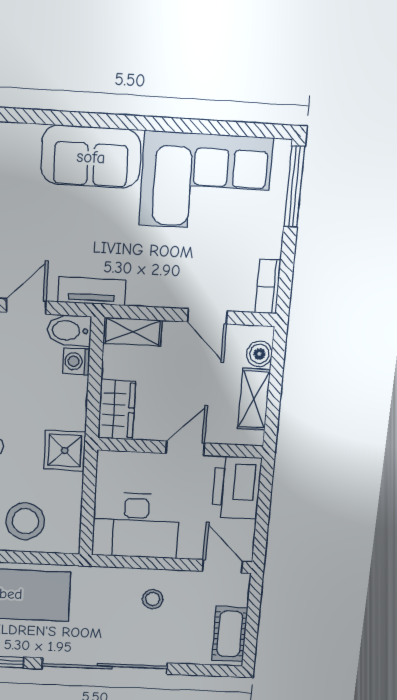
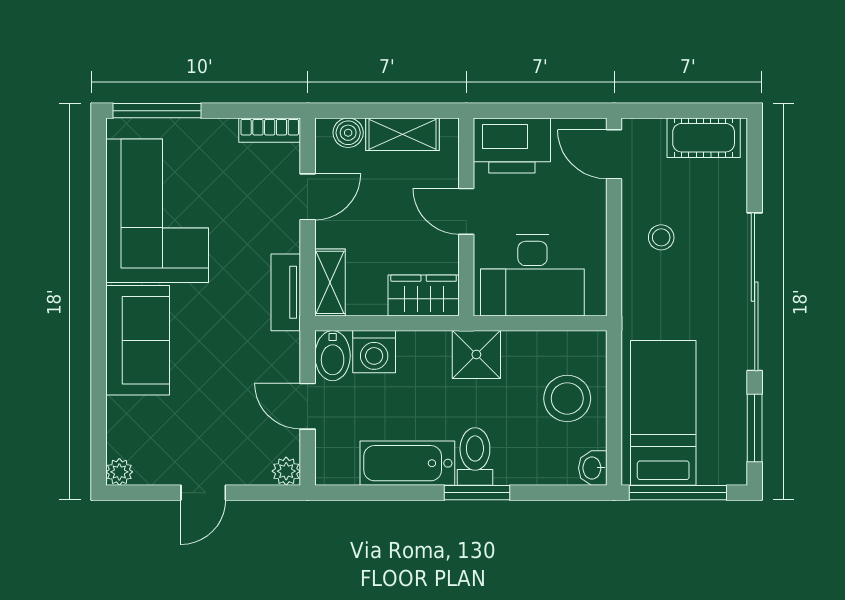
tv unit: (92, 291) -> (286, 292), moved
washing machine: (76, 361) -> (374, 352), width x1.38, depth x1.38
desk: (136, 525) -> (532, 275), moved, turned 90
door: (222, 566) -> (614, 154), hinge flipped

